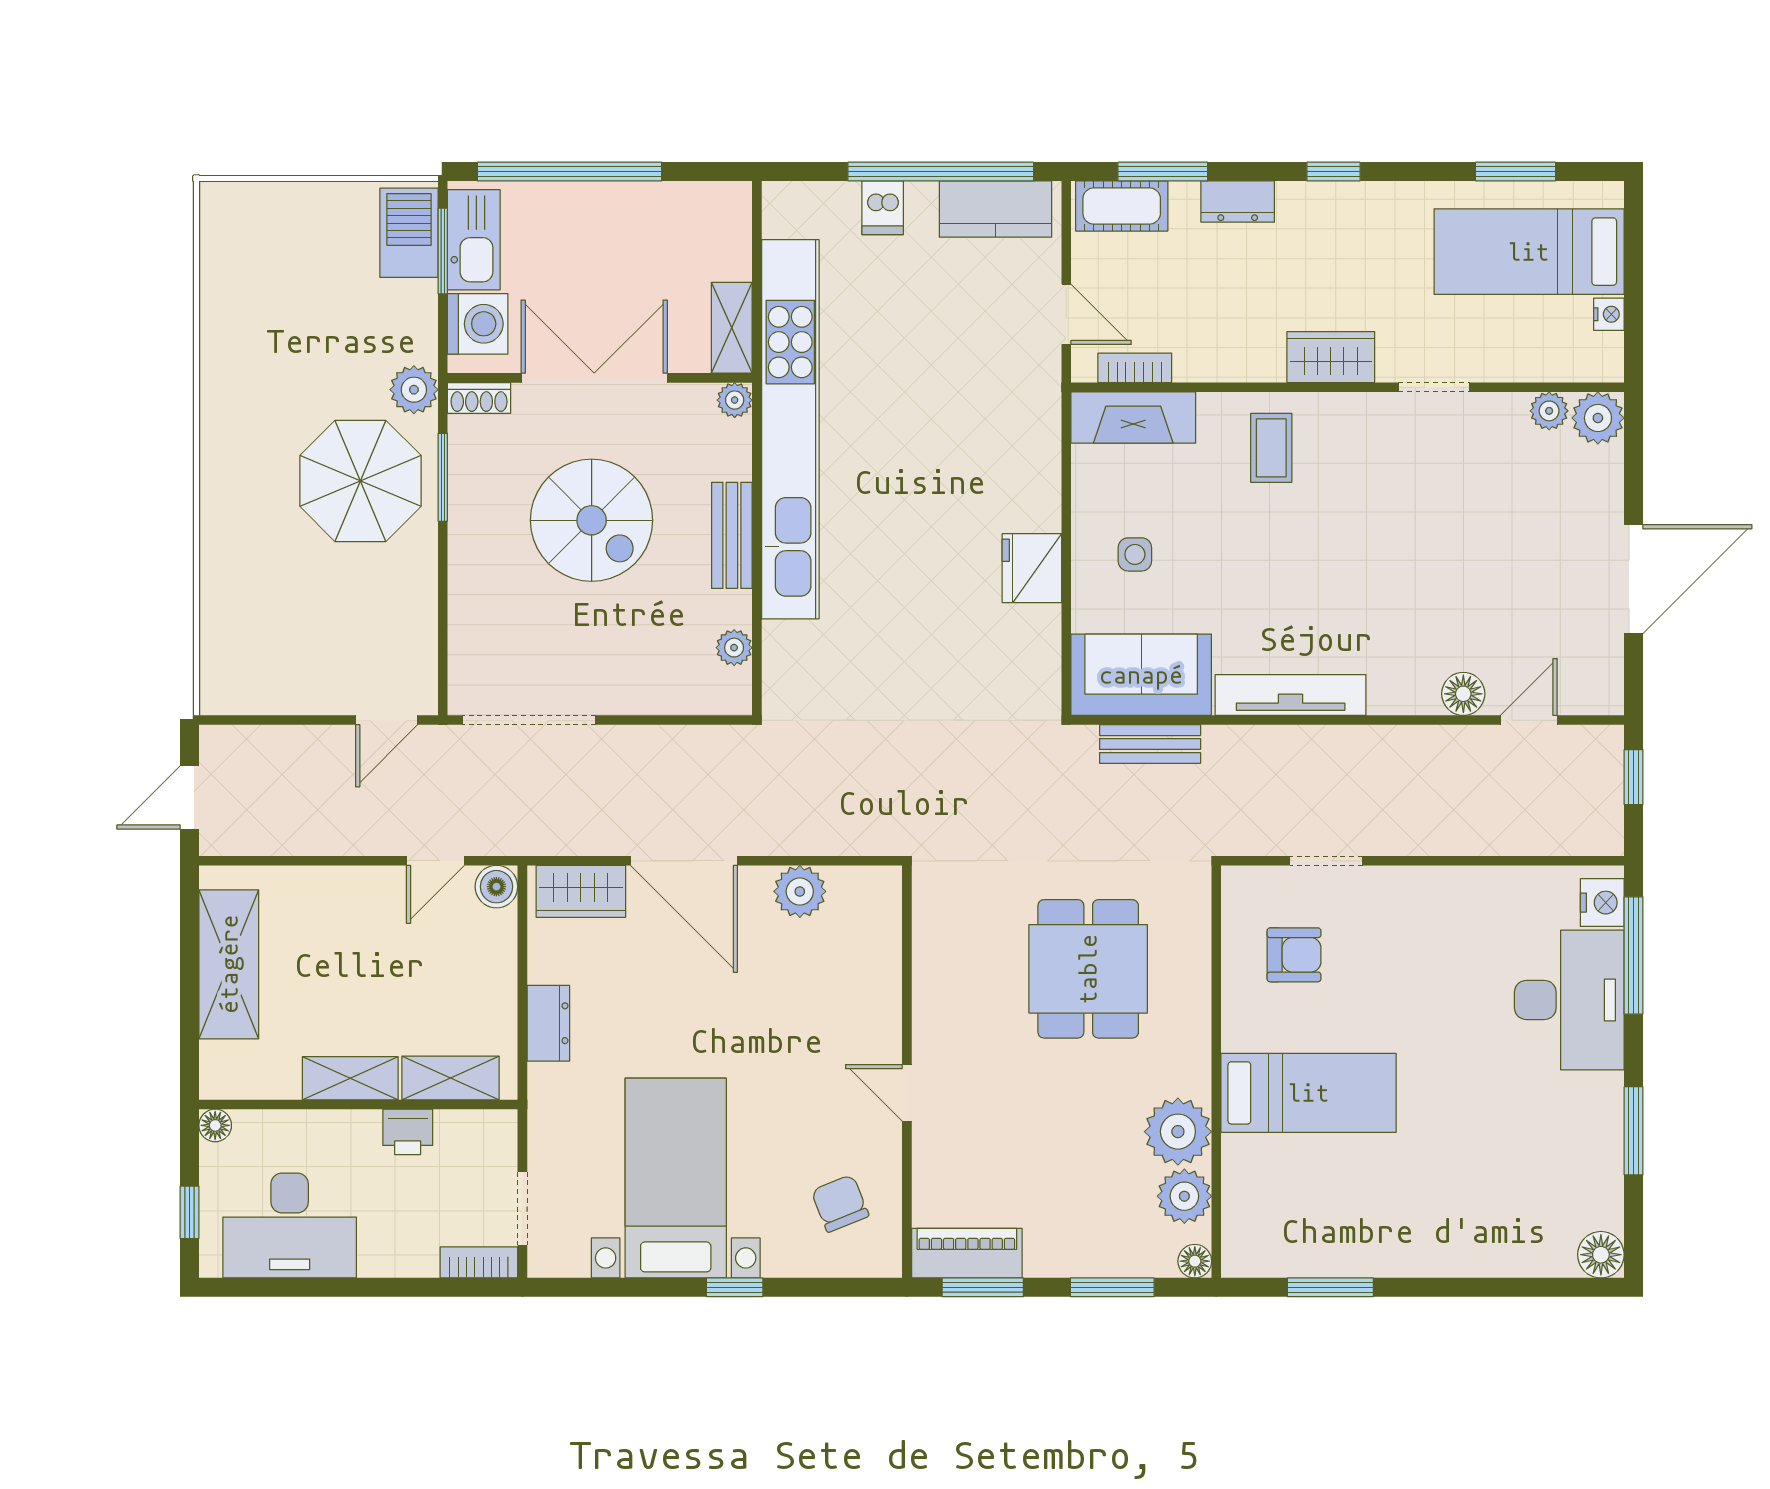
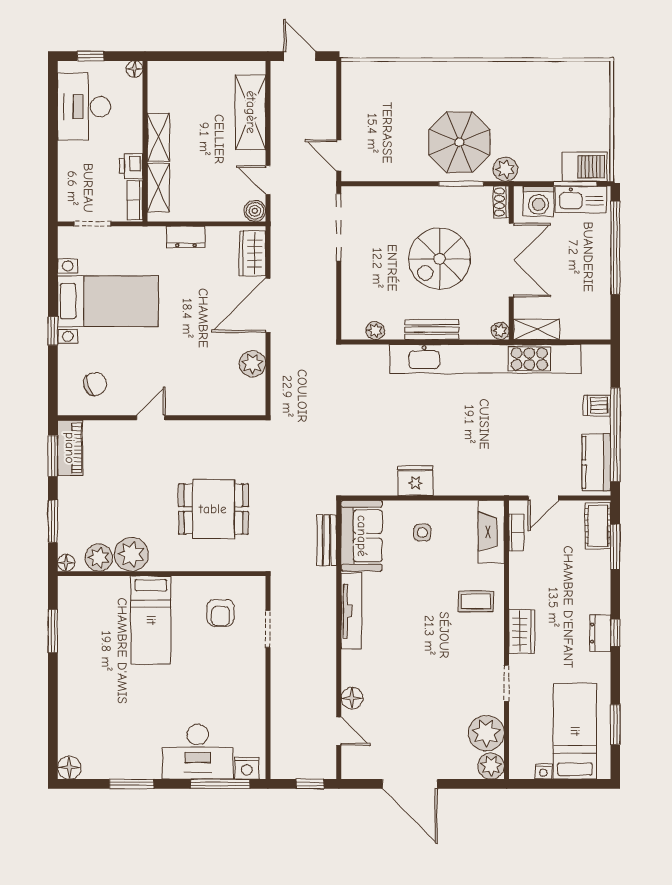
dresser: (1238, 202) -> (600, 633), moved
plant: (1549, 411) -> (486, 733), width x1.88, depth x1.88
shelving: (229, 964) -> (251, 112), moved, turned 90
bookcase: (479, 1262) -> (135, 200), moved, turned 180

